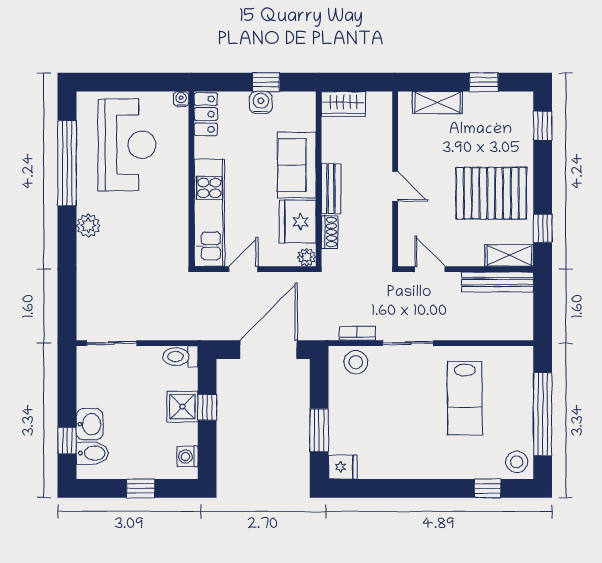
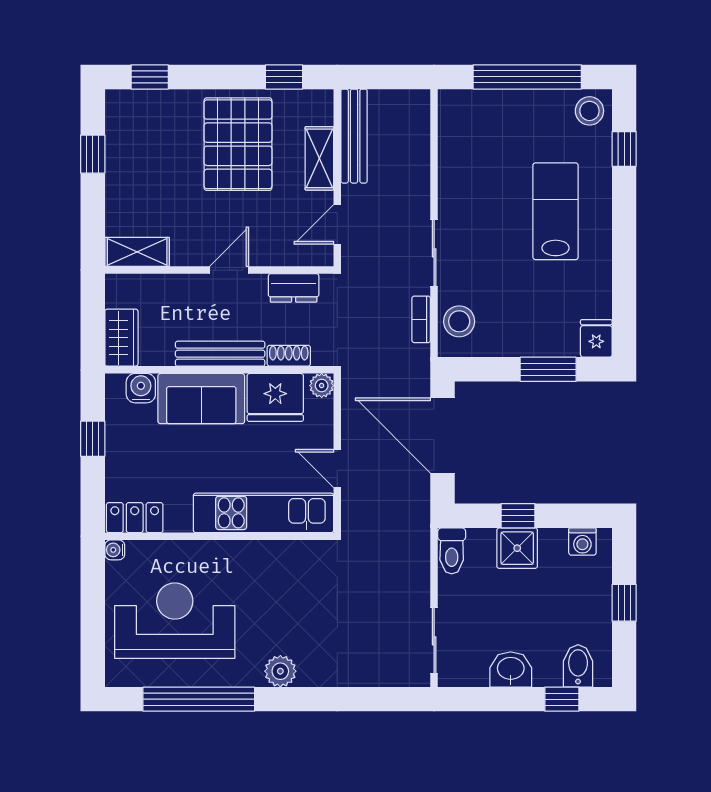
shelving: (437, 102) -> (137, 252), moved, turned 90
water cooler: (261, 103) -> (141, 388), moved, turned 90
bench: (331, 189) -> (220, 354), width x1.36
dresser: (381, 236) -> (294, 288), added
shelving: (509, 255) -> (319, 158), moved
lab bench: (465, 398) -> (556, 211), moved, turned -90
washbasin: (90, 424) -> (511, 669), moved

